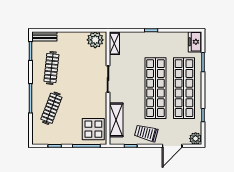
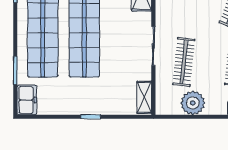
plant: (95, 40) -> (193, 103), moved
clothes rail: (87, 68) -> (184, 62), added

